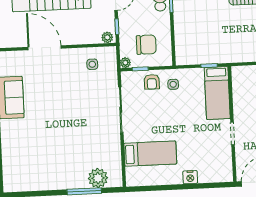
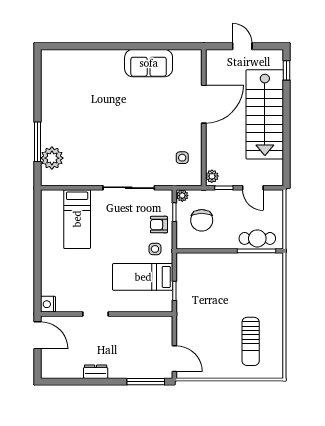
bed: (217, 93) -> (143, 277), moved
nightstand: (190, 177) -> (48, 304), moved

